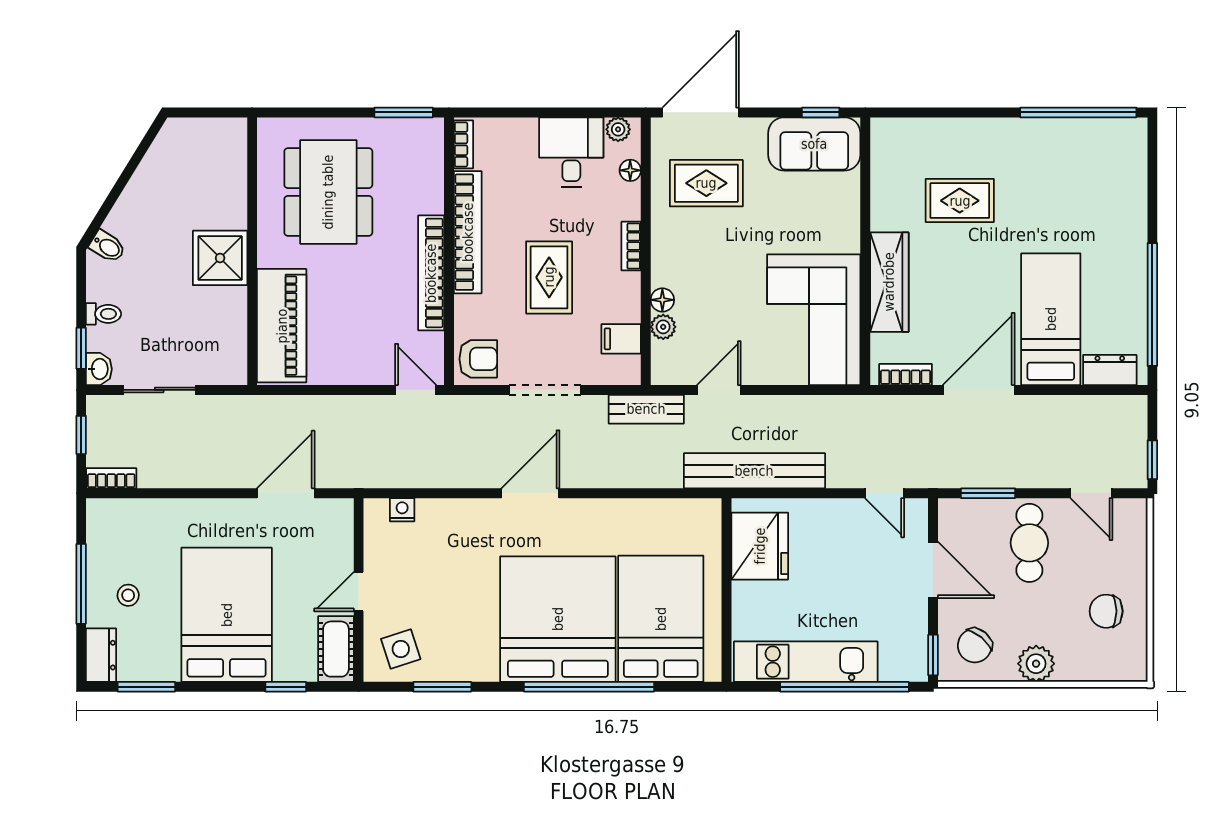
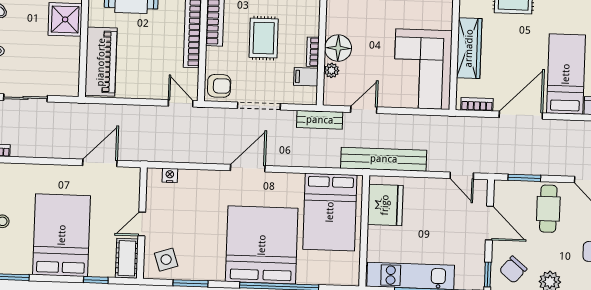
bookcase: (631, 246) -> (313, 52), moved
floor lamp: (662, 300) -> (338, 48), width x1.89, depth x1.89
bed: (661, 619) -> (330, 212), moved, turned 180

